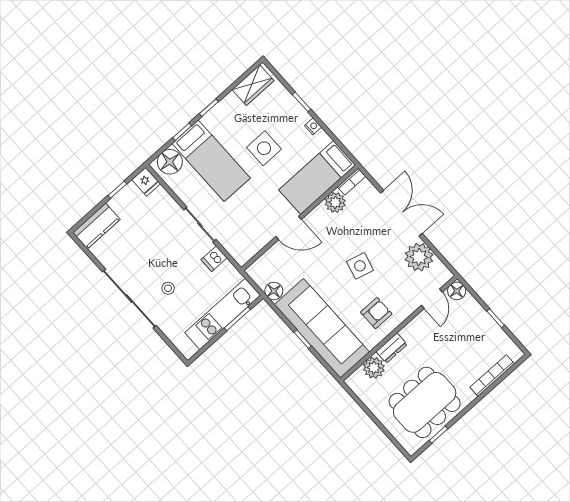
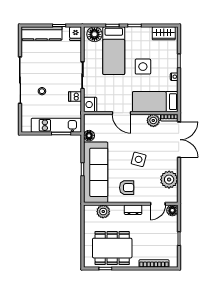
double door: (401, 213) -> (179, 140), moved
kitchen counter: (96, 226) -> (42, 33), width x1.50
nightstand: (241, 252) -> (90, 105), added
dresser: (392, 348) -> (133, 210), moved

